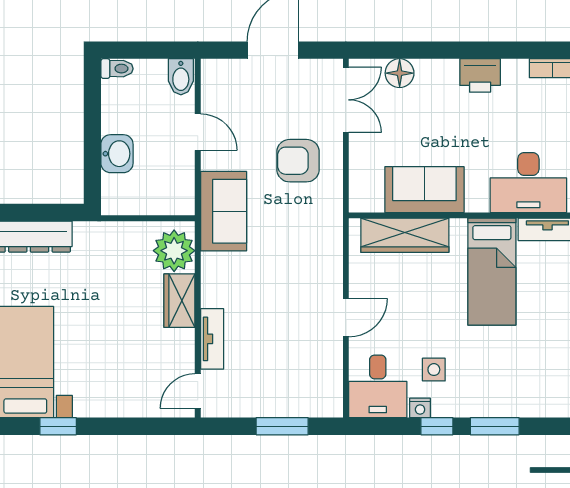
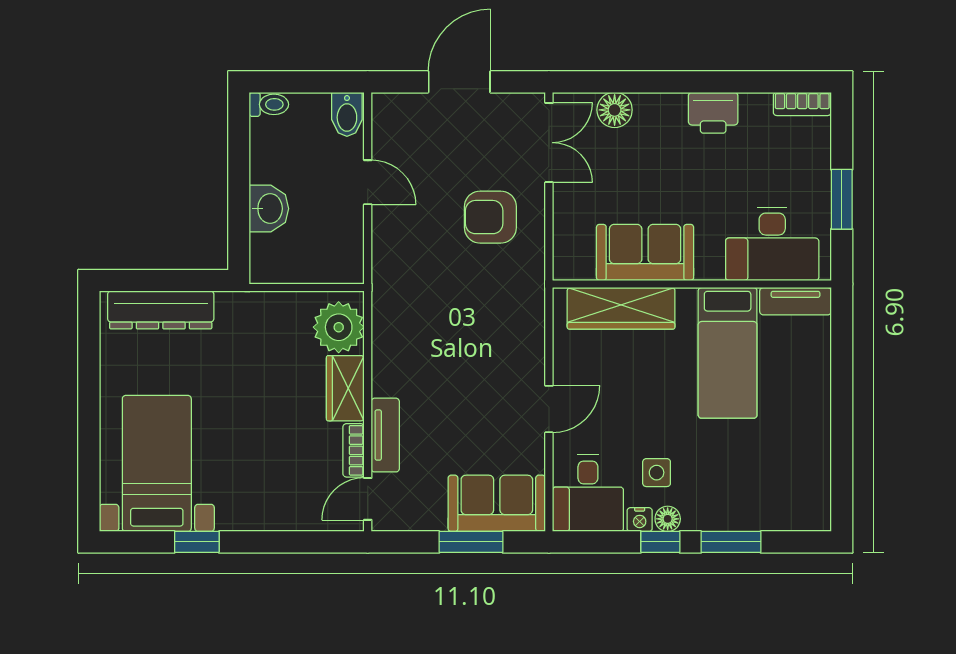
sofa: (224, 211) -> (497, 503), moved, turned -90
bookcase: (186, 351) -> (354, 450), added
floor lamp: (443, 407) -> (668, 519), added

